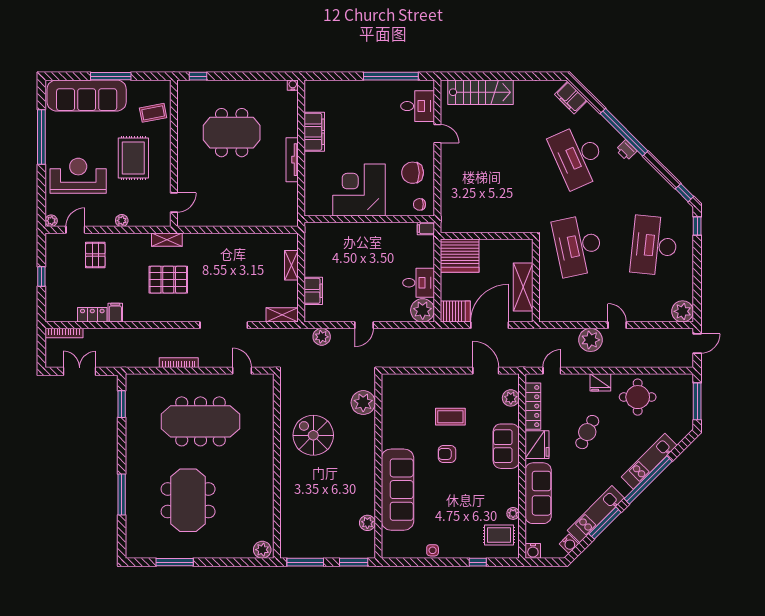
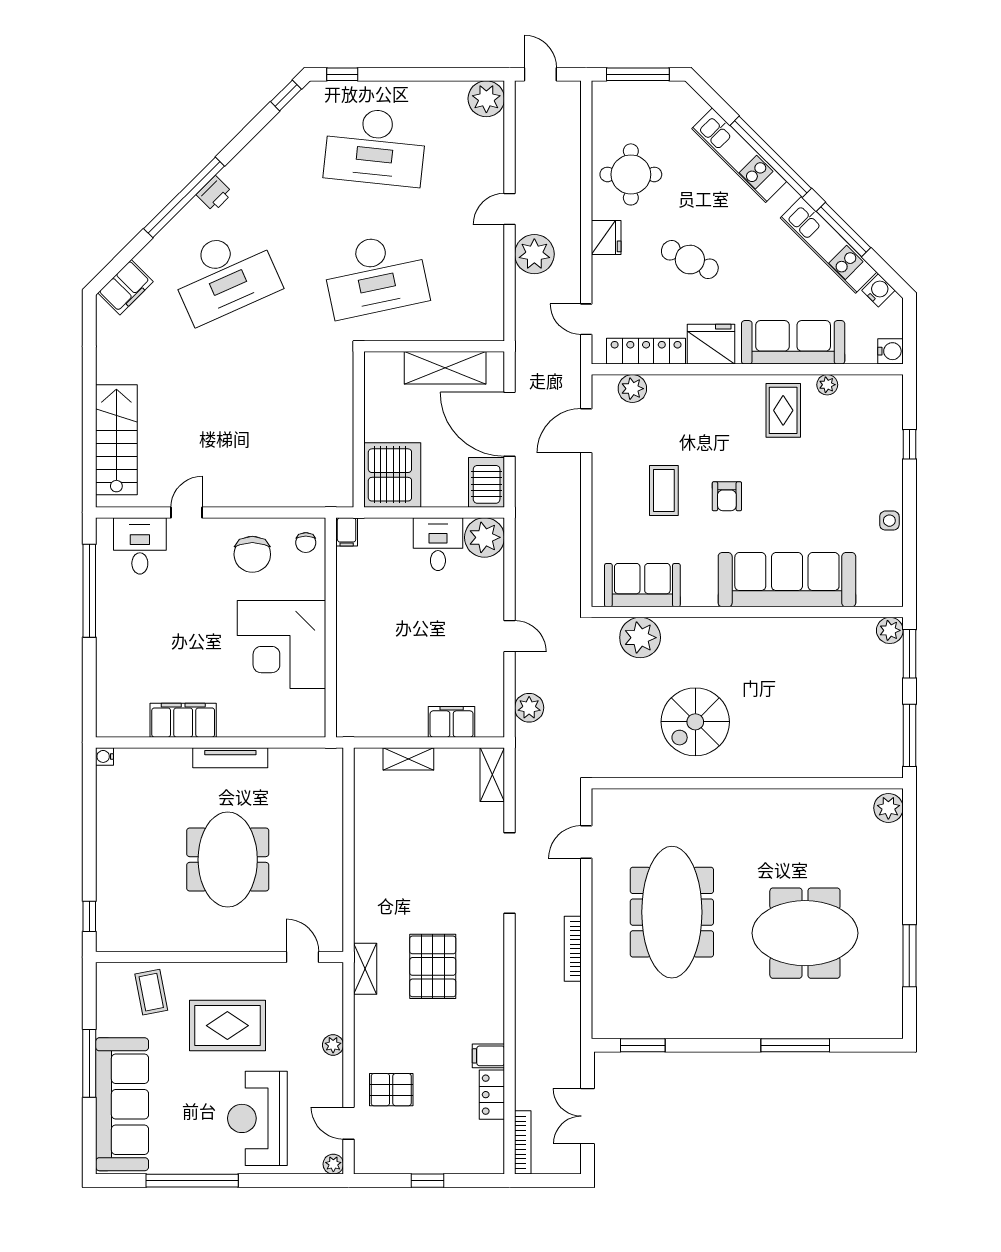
meeting table: (232, 133) -> (228, 860), moved
sofa: (506, 446) -> (642, 585), moved, turned 180
plant: (367, 523) -> (890, 630), moved
rug: (499, 535) -> (783, 410), moved

